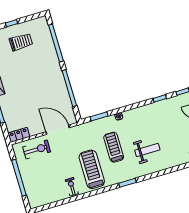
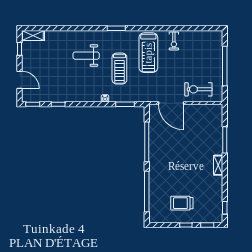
locker: (19, 135) -> (212, 110), removed

